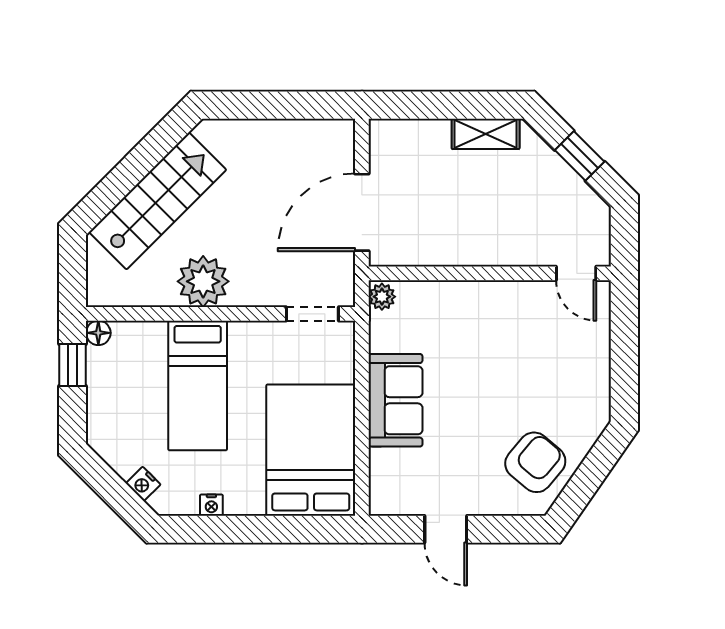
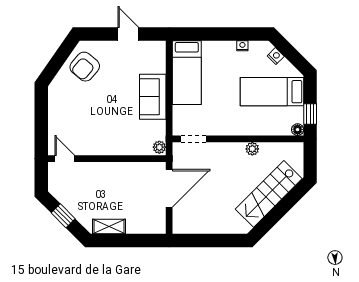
plant: (203, 281) -> (252, 149), width x0.53, depth x0.53
bed: (198, 386) -> (272, 92), moved, turned -90
bed: (311, 450) -> (187, 73), width x0.67

